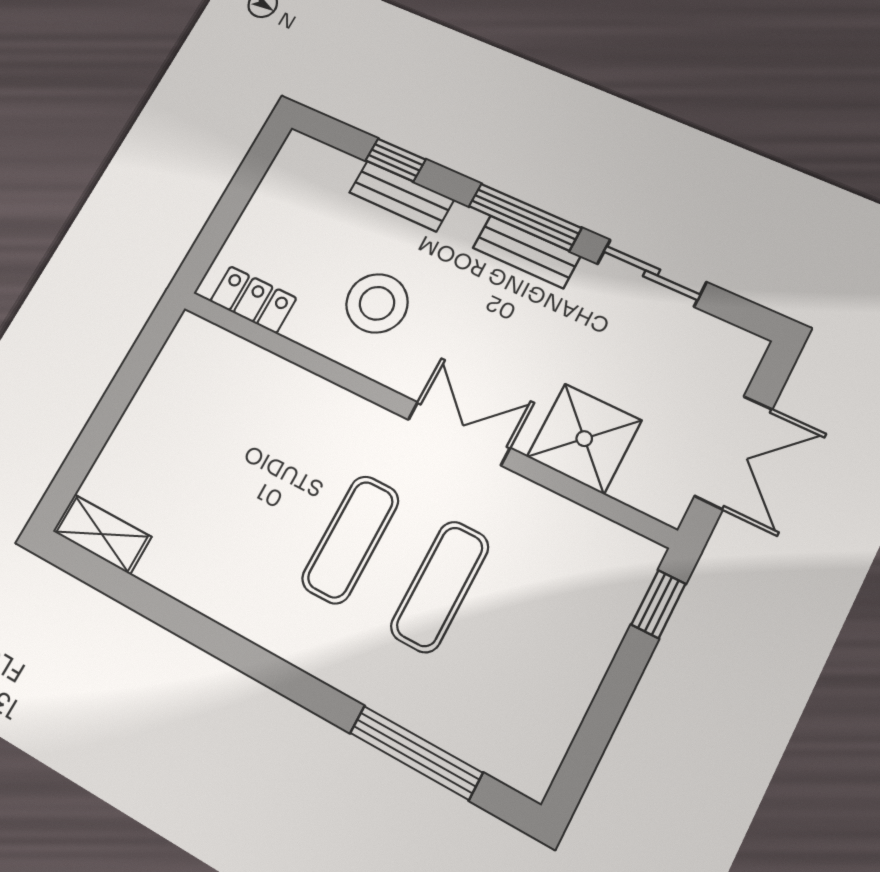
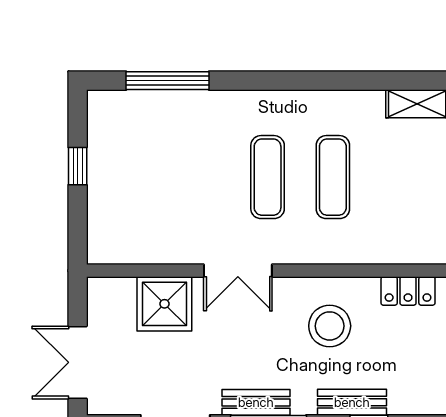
double door: (733, 453) -> (78, 362), moved
exercise mat: (440, 587) -> (333, 177), moved
window: (659, 604) -> (78, 166), moved

